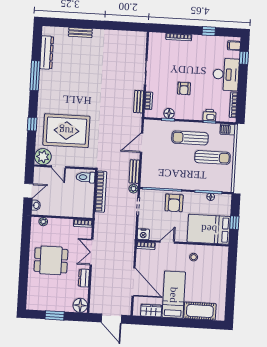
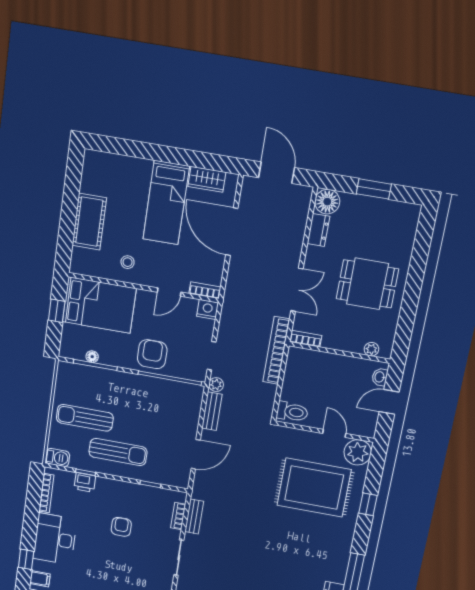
floor lamp: (169, 113) -> (148, 493), removed
bookcase: (101, 192) -> (276, 350), moved
dresser: (84, 278) -> (318, 230), moved
cot: (200, 311) -> (89, 222), moved, turned 90

